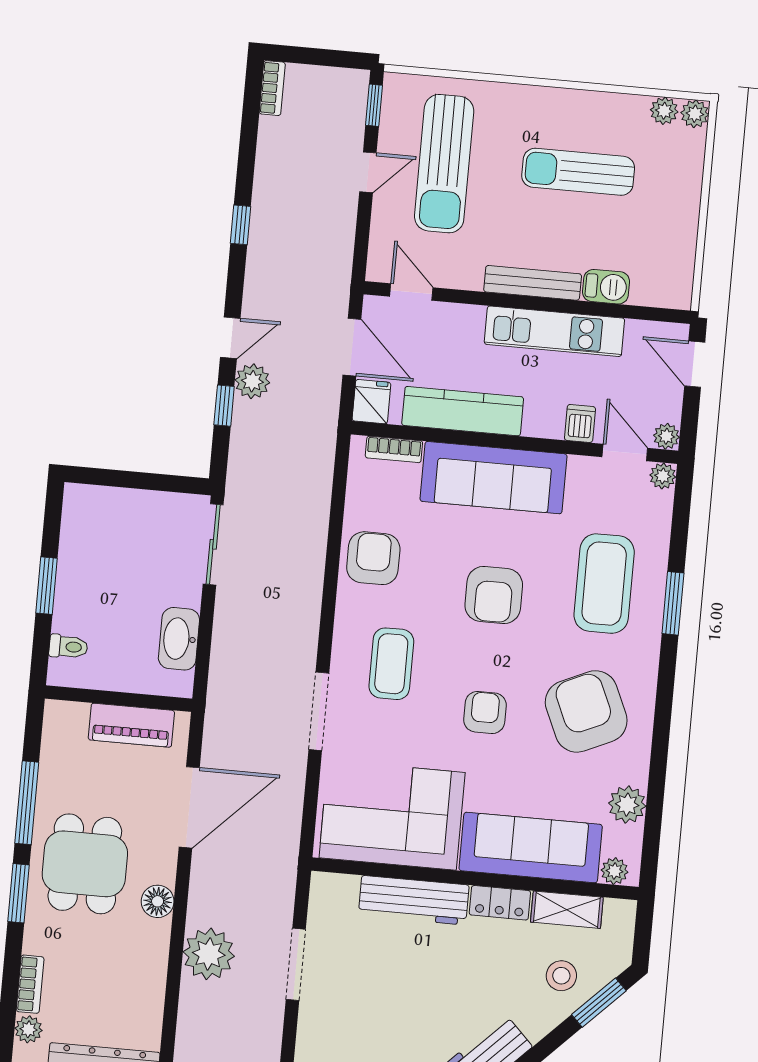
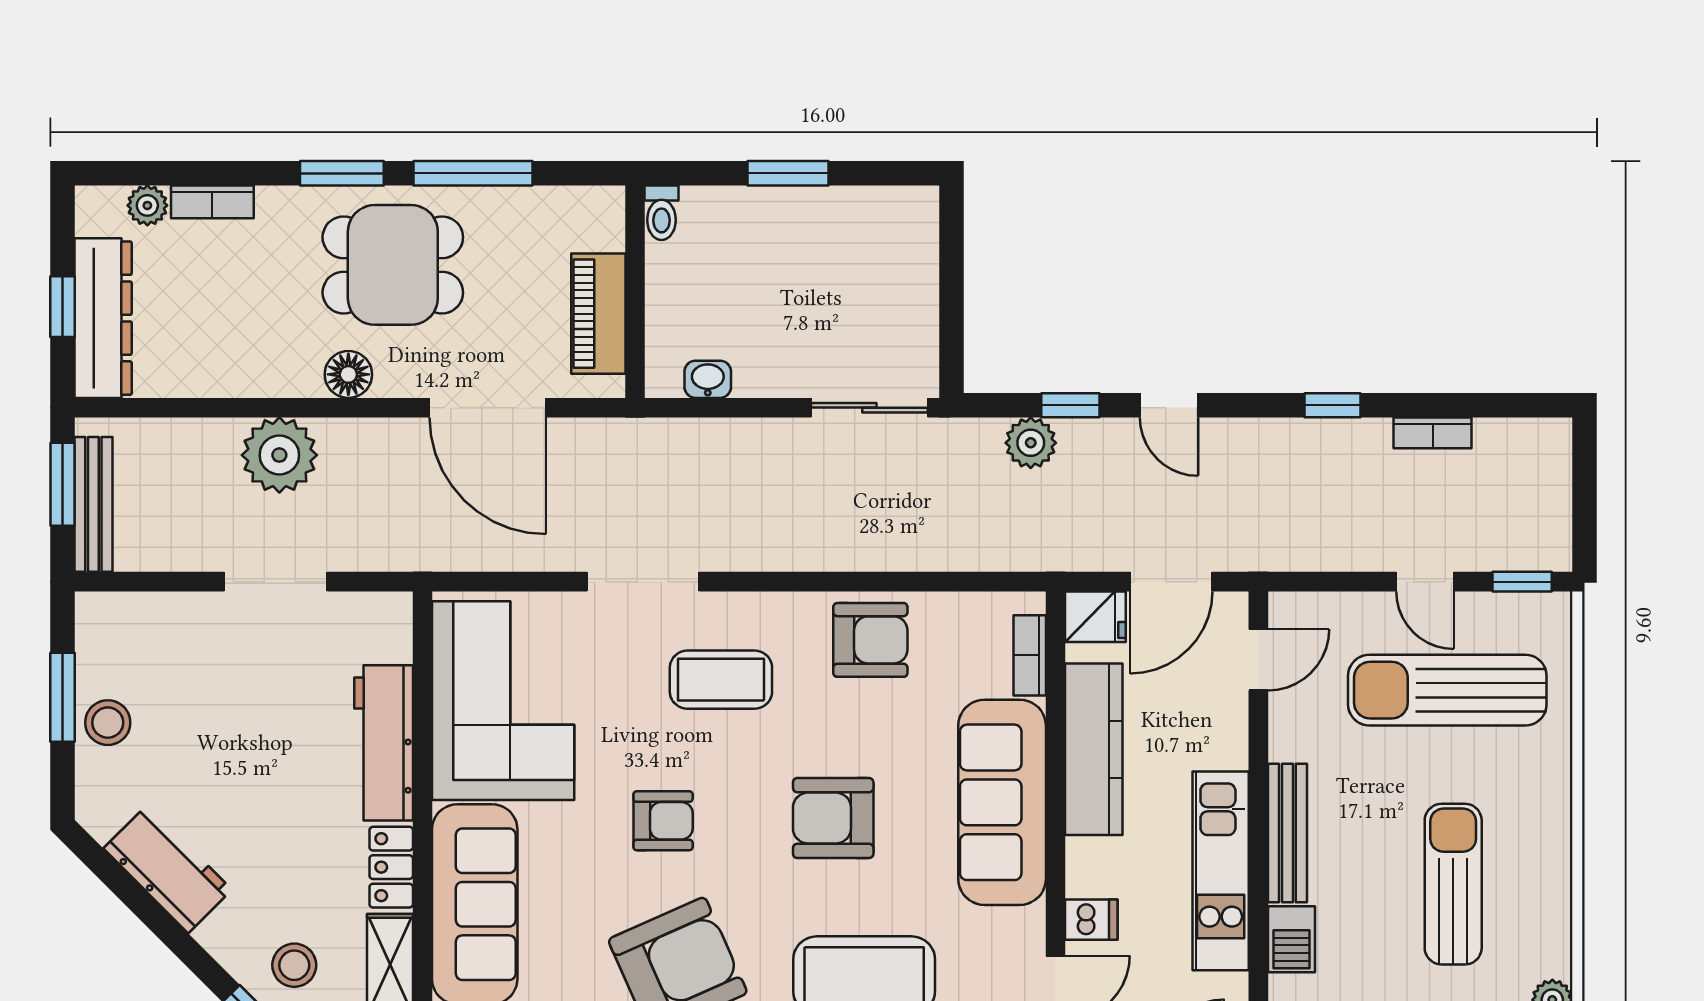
bookcase: (272, 88) -> (1433, 433), moved
plant: (252, 381) -> (1031, 443), moved
washbasin: (179, 639) -> (708, 379), width x0.52, depth x0.69
toilet: (68, 647) -> (662, 213), moved

